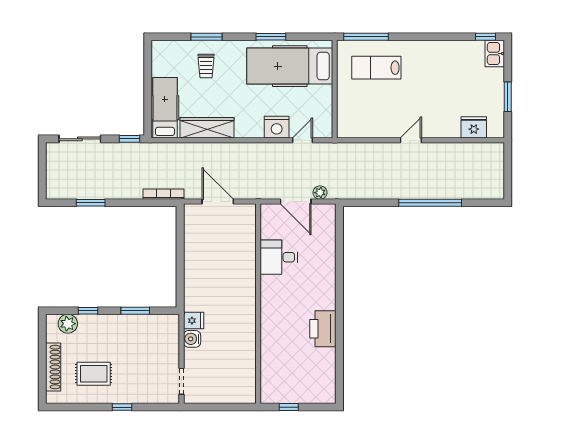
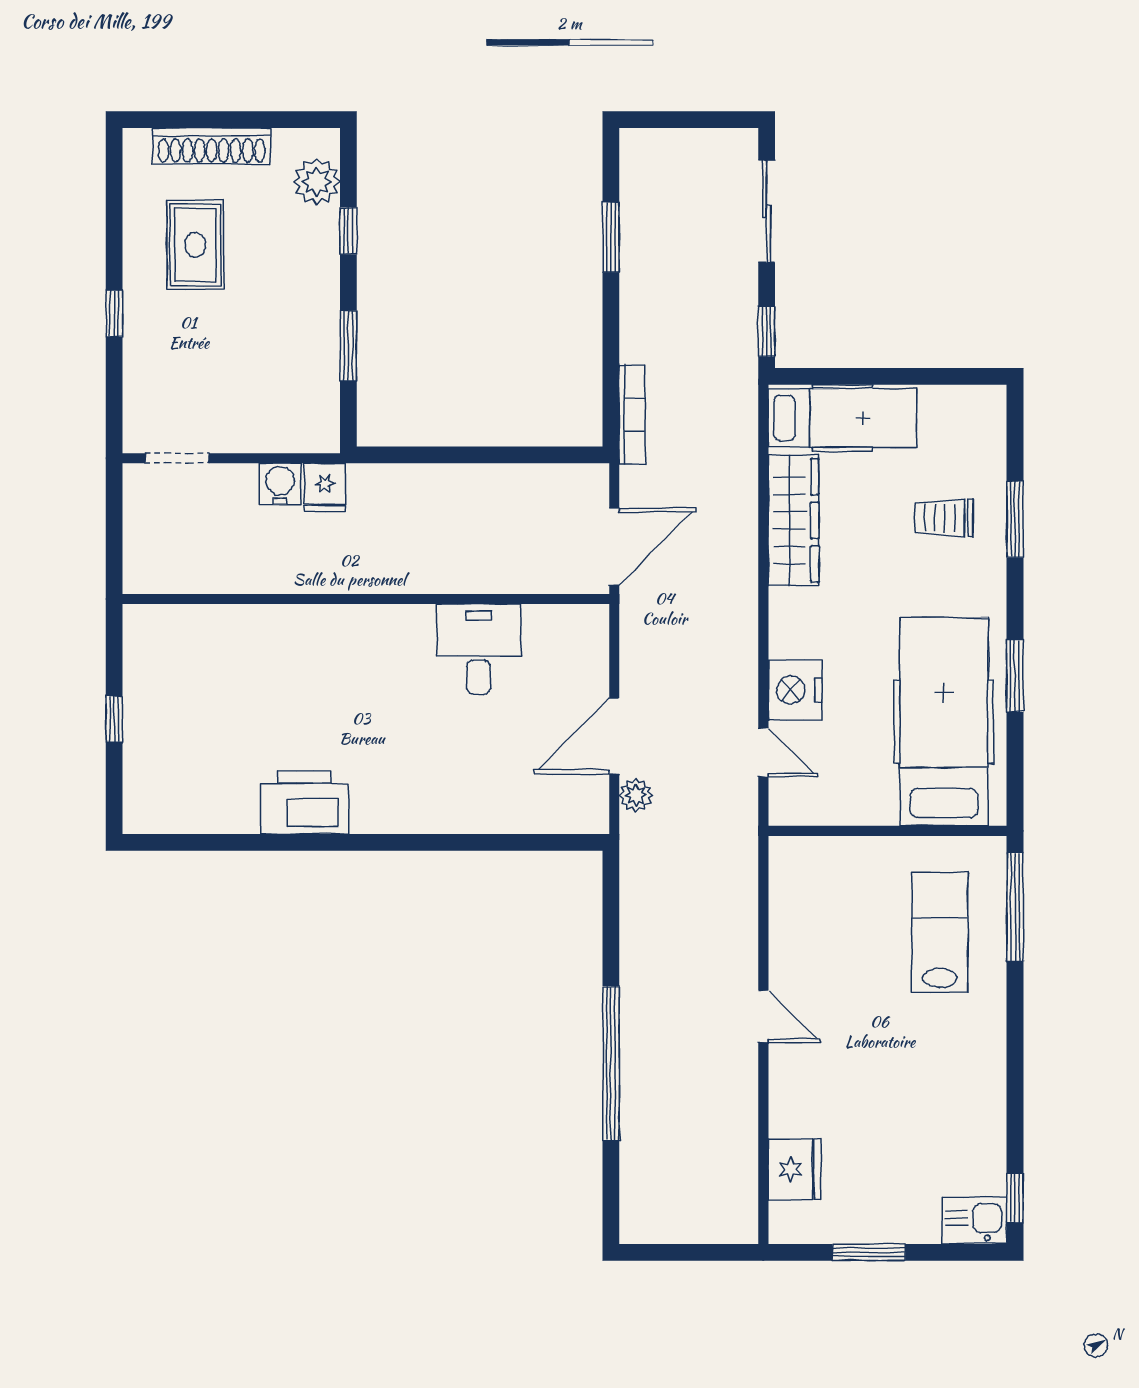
desk: (279, 257) -> (479, 649), moved
wall: (258, 304) -> (366, 599), moved

